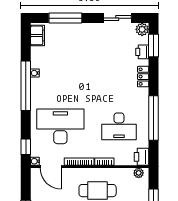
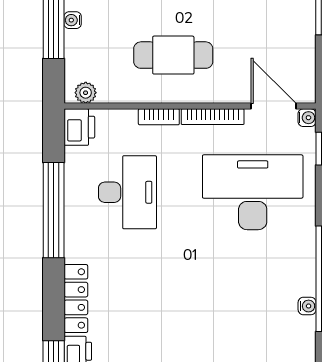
locker: (143, 77) -> (76, 298), width x1.53
desk: (60, 126) -> (253, 192), turned 180
desk: (119, 126) -> (127, 192), turned 90

